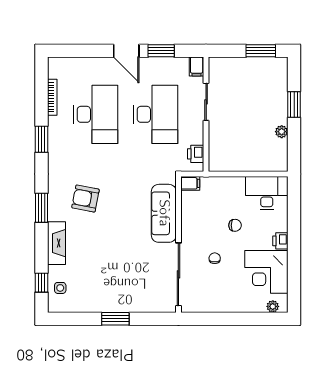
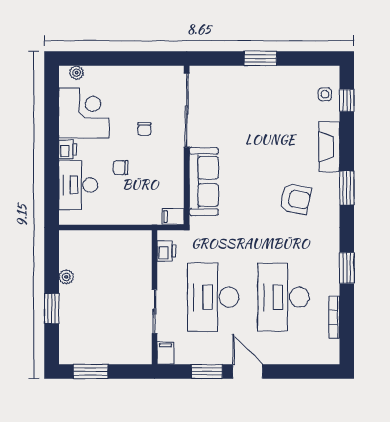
desk: (267, 193) -> (78, 185), moved, turned 90

